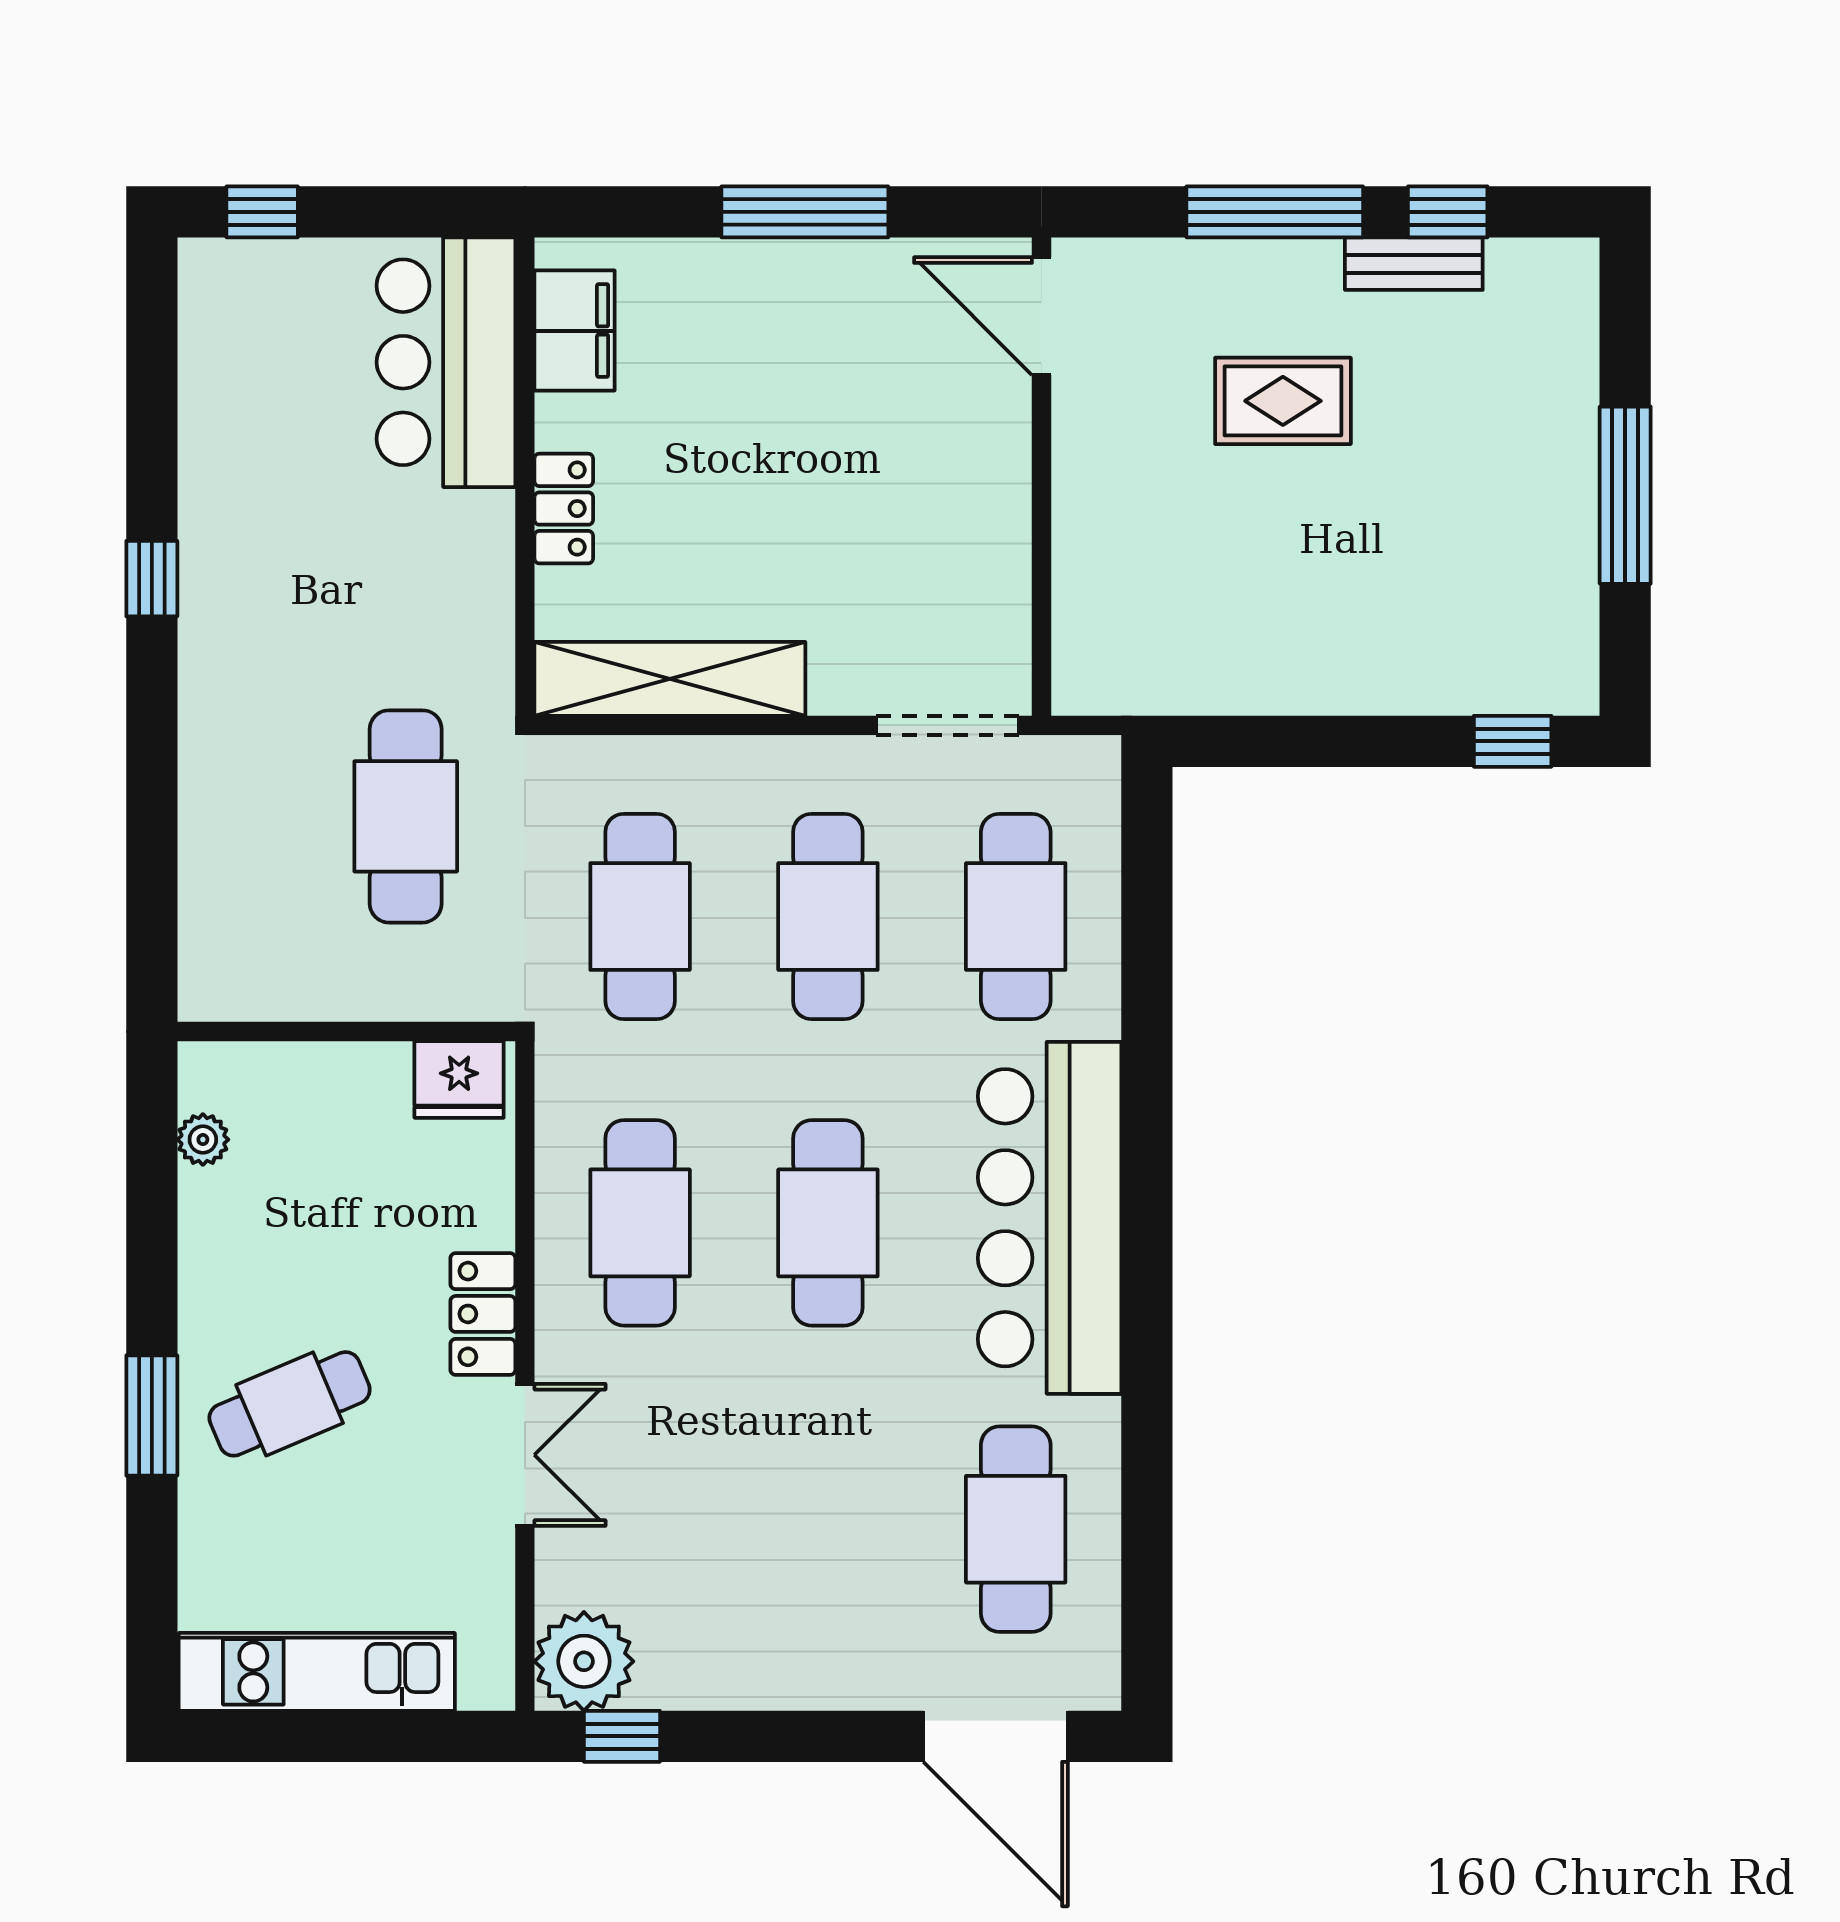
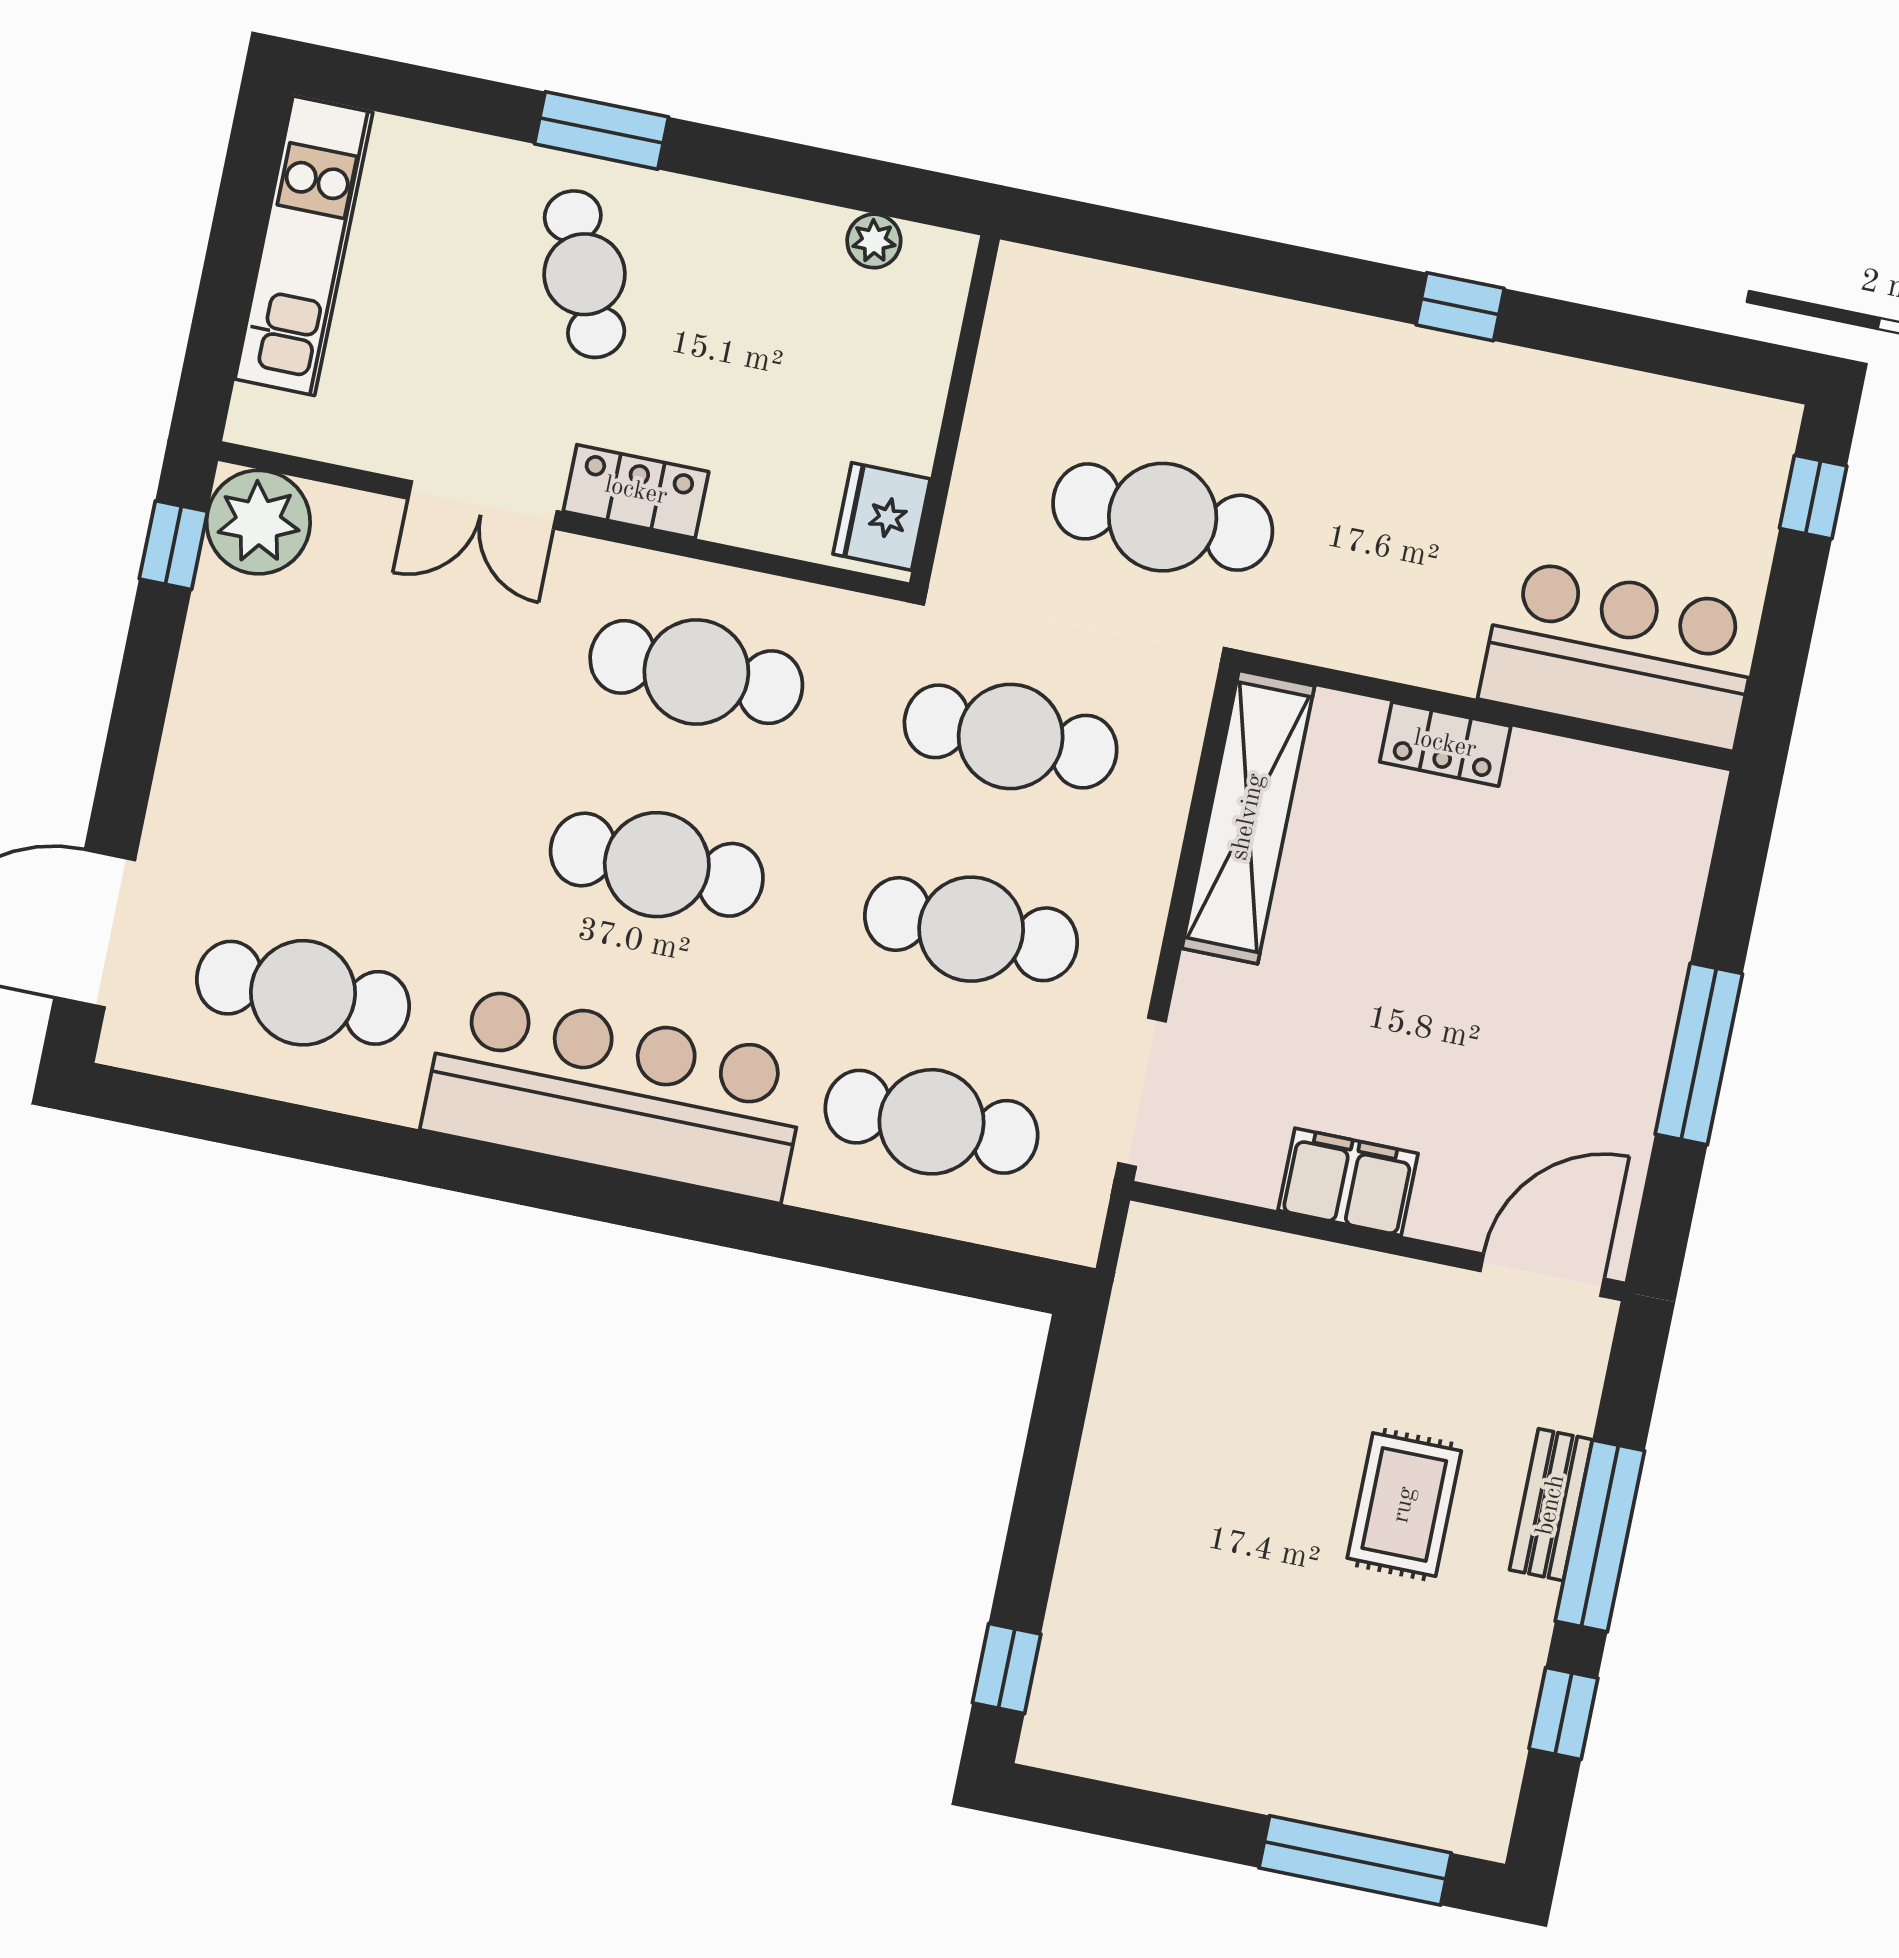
bench: (1414, 264) -> (1551, 1505), moved
filing cabinet: (575, 331) -> (1348, 1182), moved, turned 180
window: (1625, 495) -> (1355, 1860), moved

